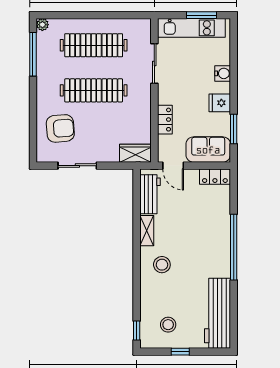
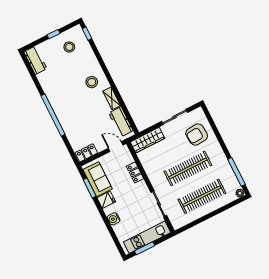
sofa: (208, 150) -> (98, 179), moved, turned -90
wardrobe: (135, 153) -> (147, 140), width x1.50
workbench: (218, 313) -> (35, 60), width x0.53, depth x0.76

